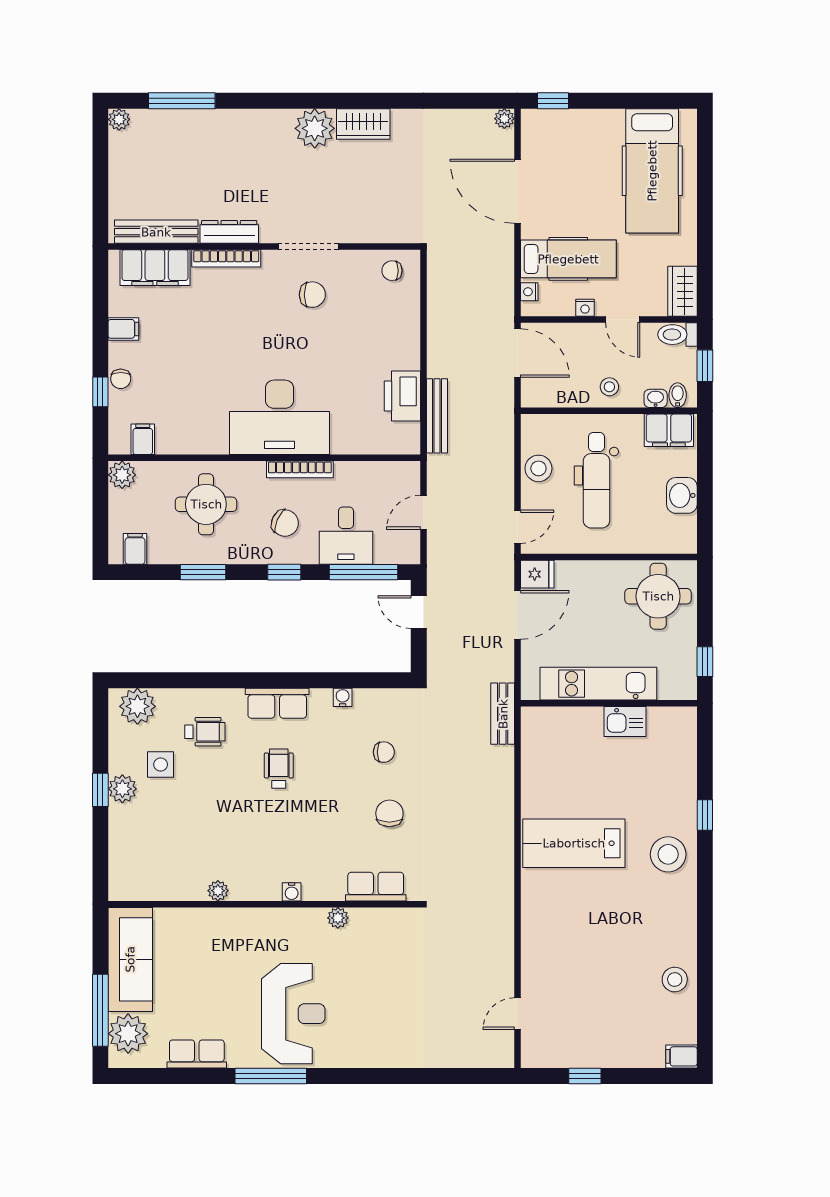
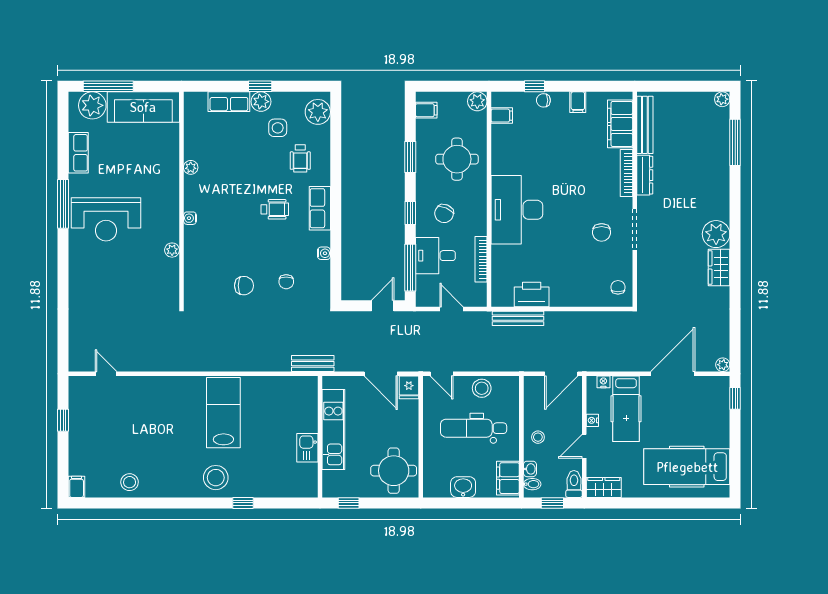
bookcase: (300, 469) -> (481, 259), moved
row of seats: (376, 887) -> (229, 102), moved, turned 90

